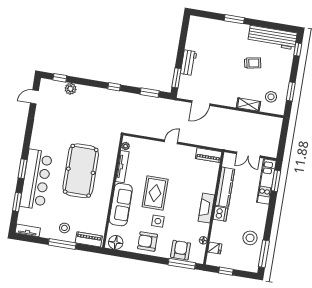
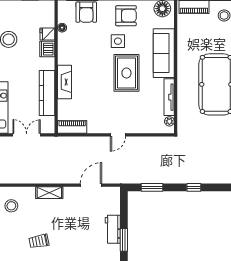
window: (176, 78) -> (124, 240), moved
shelving: (249, 104) -> (49, 193), moved
fireplace: (206, 208) -> (65, 82), moved
dishwasher: (220, 214) -> (47, 49), moved
fridge: (215, 248) -> (47, 34), moved

